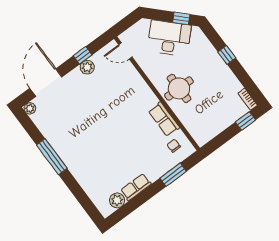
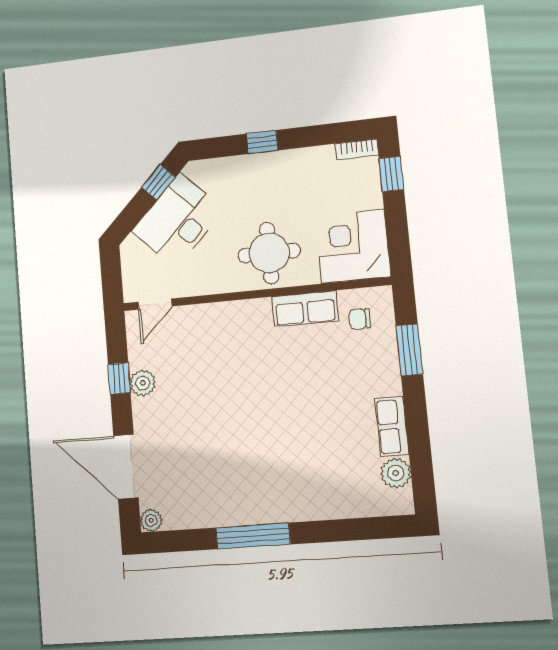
corner desk: (204, 124) -> (353, 246), added

